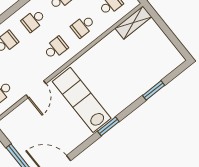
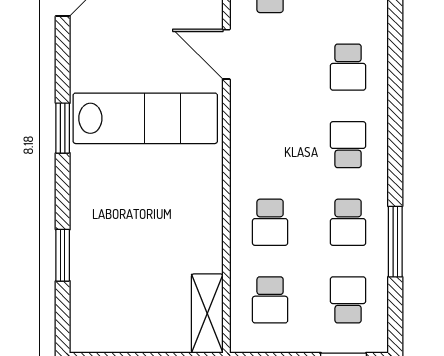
school desk: (83, 26) -> (270, 222), turned 180
school desk: (56, 48) -> (270, 145), removed

